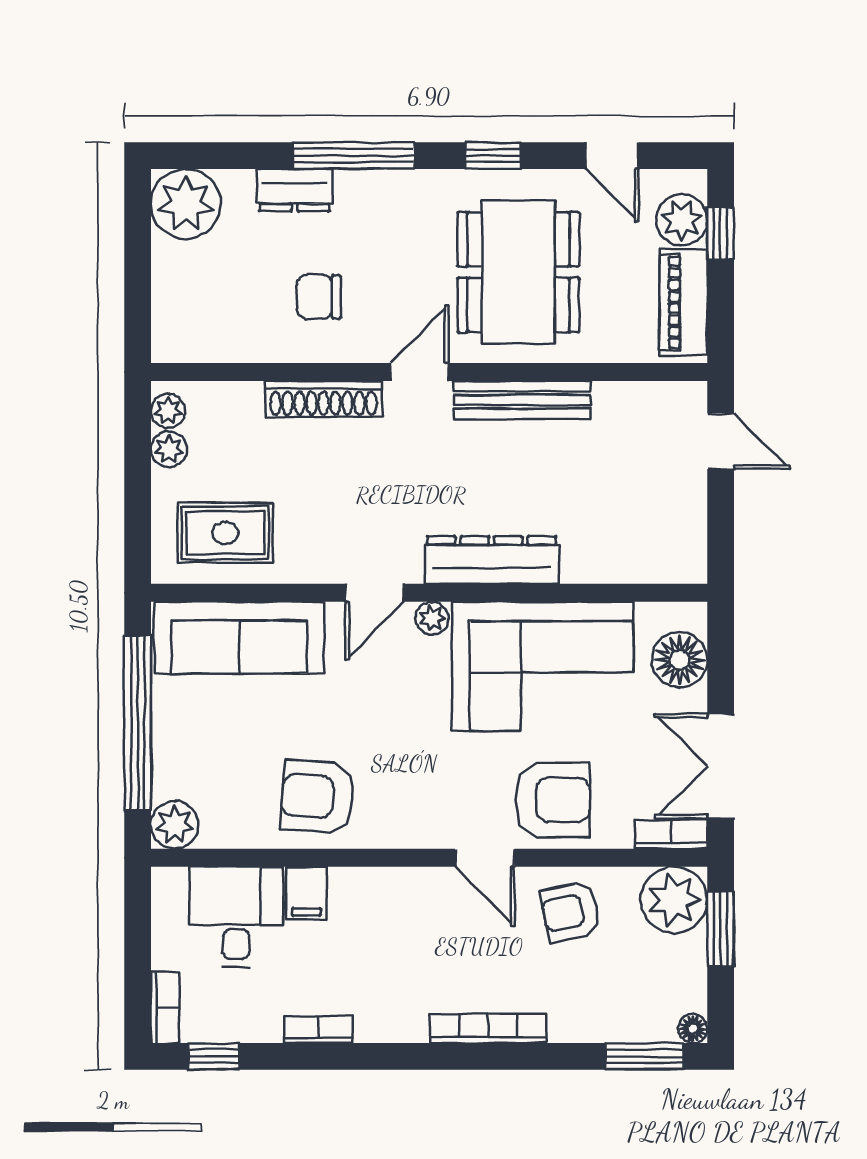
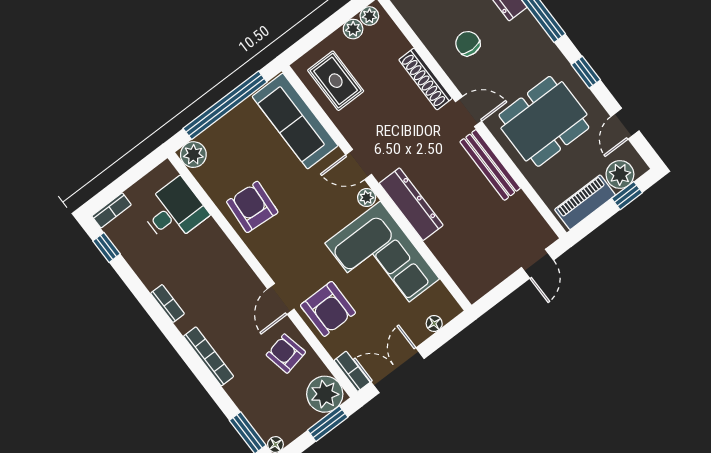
floor lamp: (680, 660) -> (434, 323), width x0.53, depth x0.53
filing cabinet: (306, 893) -> (207, 234), removed
bookcase: (319, 1029) -> (168, 303), moved

